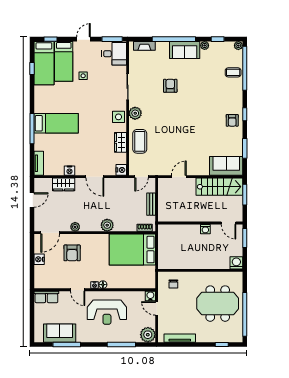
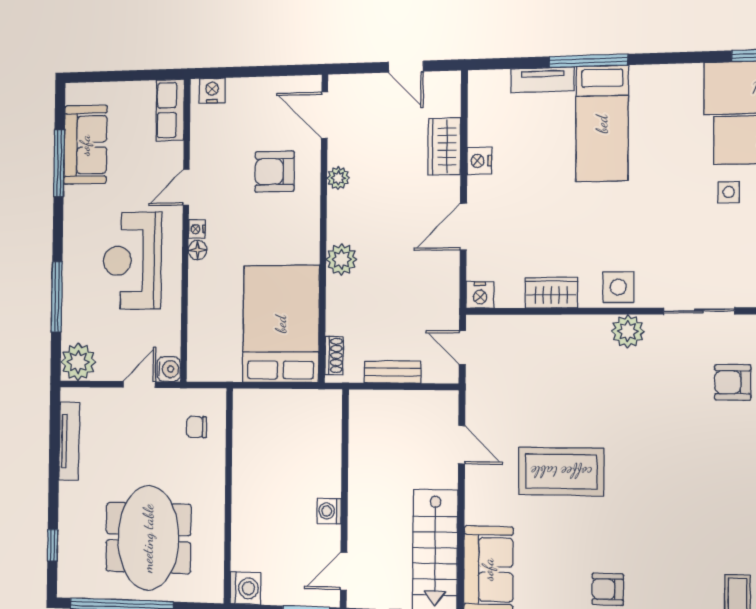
armchair: (170, 86) -> (733, 382), moved, turned 180
coffee table: (140, 141) -> (561, 472), moved, width x1.36, depth x1.32
tv unit: (39, 163) -> (542, 80), moved
nightstand: (39, 259) -> (212, 91), moved

